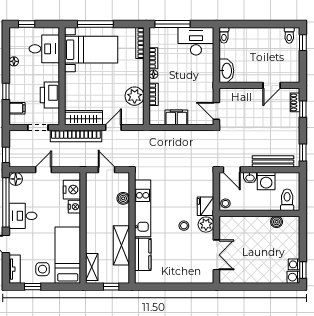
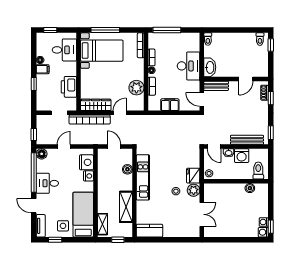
desk: (196, 41) -> (189, 66), moved, turned 90
bench: (234, 94) -> (216, 86), added
filing cabinet: (17, 108) -> (43, 69), moved
kitchen counter: (143, 254) -> (149, 231), moved, turned -90

